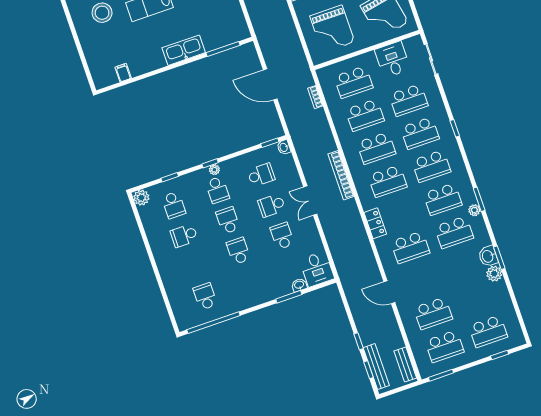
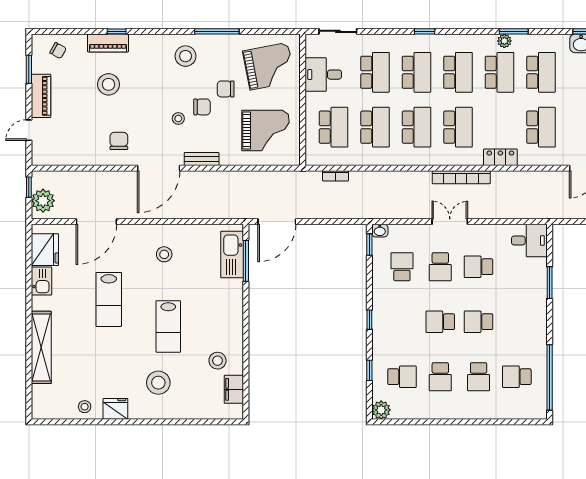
kitchen sink: (184, 50) -> (232, 254), moved
stool: (136, 54) -> (218, 361), added
filing cabinet: (123, 73) -> (234, 389), width x2.00
door: (270, 84) -> (277, 222), moved
plant: (214, 170) -> (378, 317), removed
bookcase: (341, 175) -> (461, 177), moved
school desk: (217, 190) -> (479, 377), moved, turned 90
double door: (310, 201) -> (450, 222), swing flipped
plant: (474, 210) -> (504, 41), moved
washbasin: (299, 285) -> (540, 267), removed

